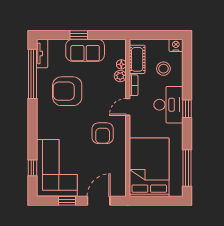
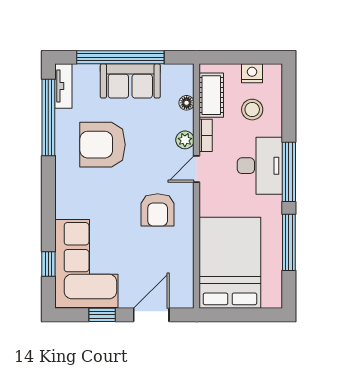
window: (79, 35) -> (120, 57), width x3.17
nightstand: (176, 45) -> (252, 73), moved
plant: (120, 76) -> (185, 140), moved
window: (187, 109) -> (289, 172), width x2.17
window: (187, 168) -> (289, 242), moved

